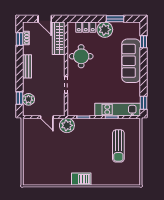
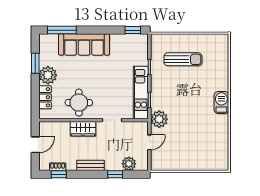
wardrobe: (59, 38) -> (83, 129), moved, width x0.67
window: (144, 42) -> (62, 30), width x2.17
window: (19, 98) -> (115, 174), moved
kitchen unit: (118, 110) -> (141, 93), moved

